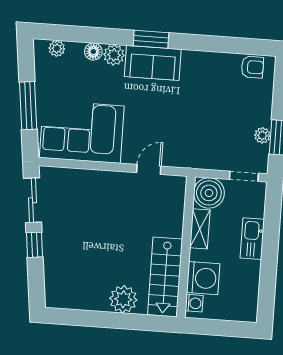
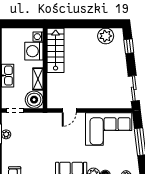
window: (34, 245) -> (129, 46), moved
plant: (123, 299) -> (106, 36), moved

